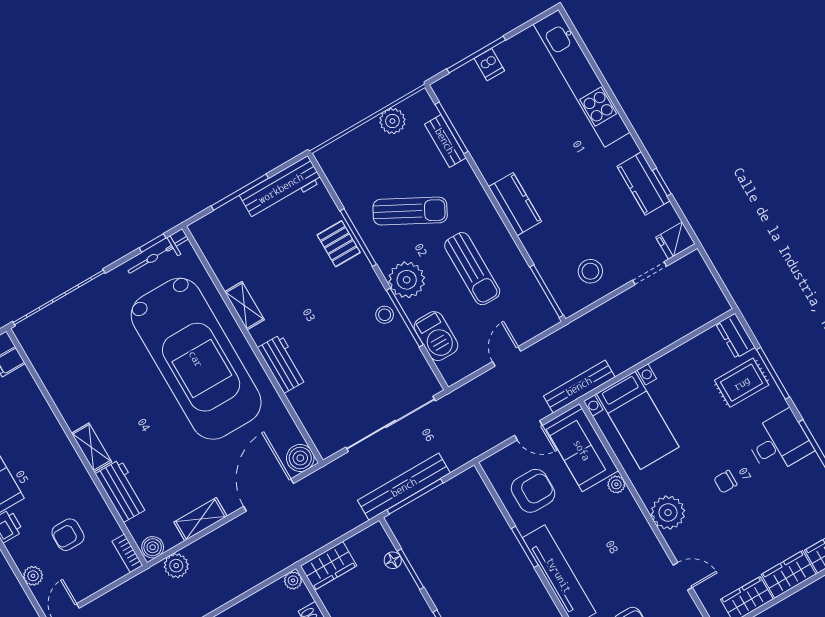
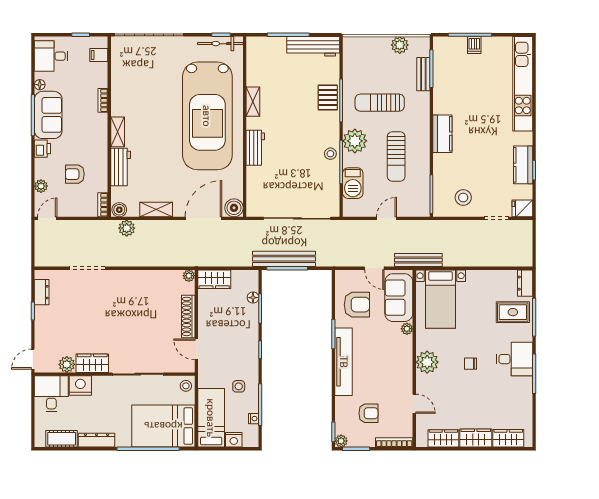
sun lounger: (410, 211) -> (380, 103), turned 152
bookcase: (49, 418) -> (103, 100), added

